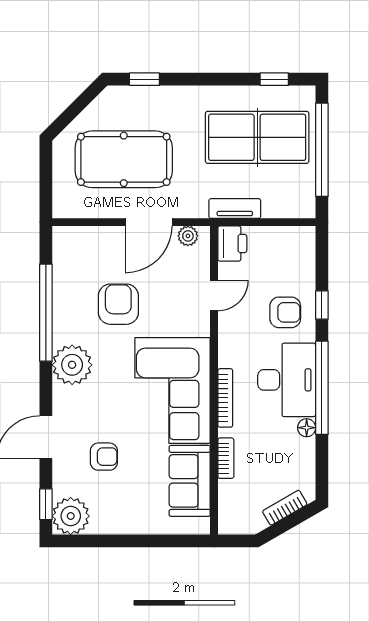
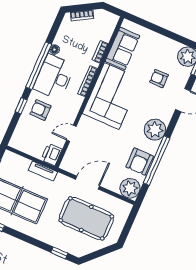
plant: (188, 236) -> (130, 188), moved, width x1.87, depth x1.87
armchair: (118, 304) -> (140, 162), moved

